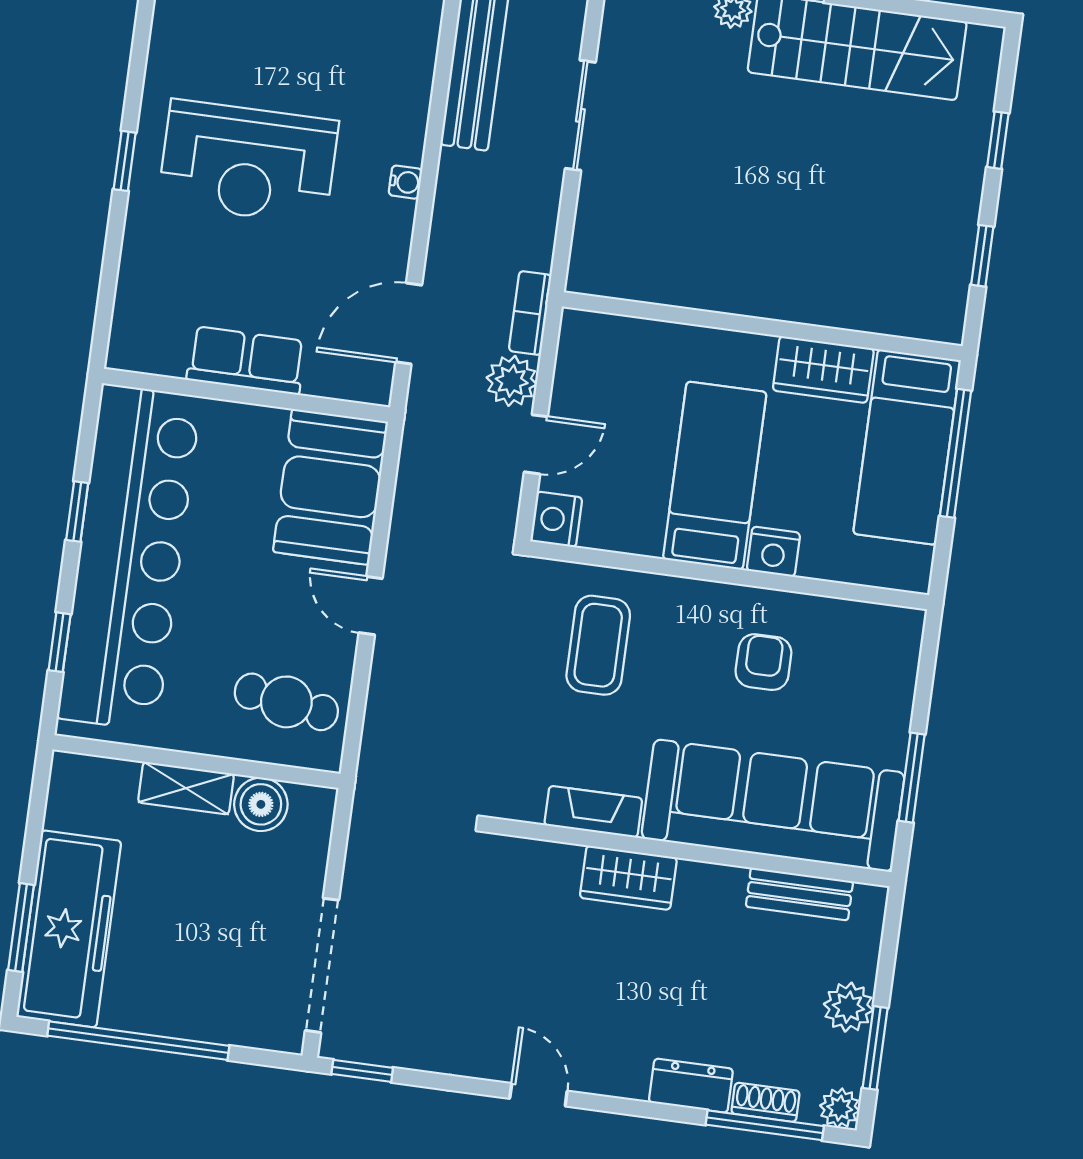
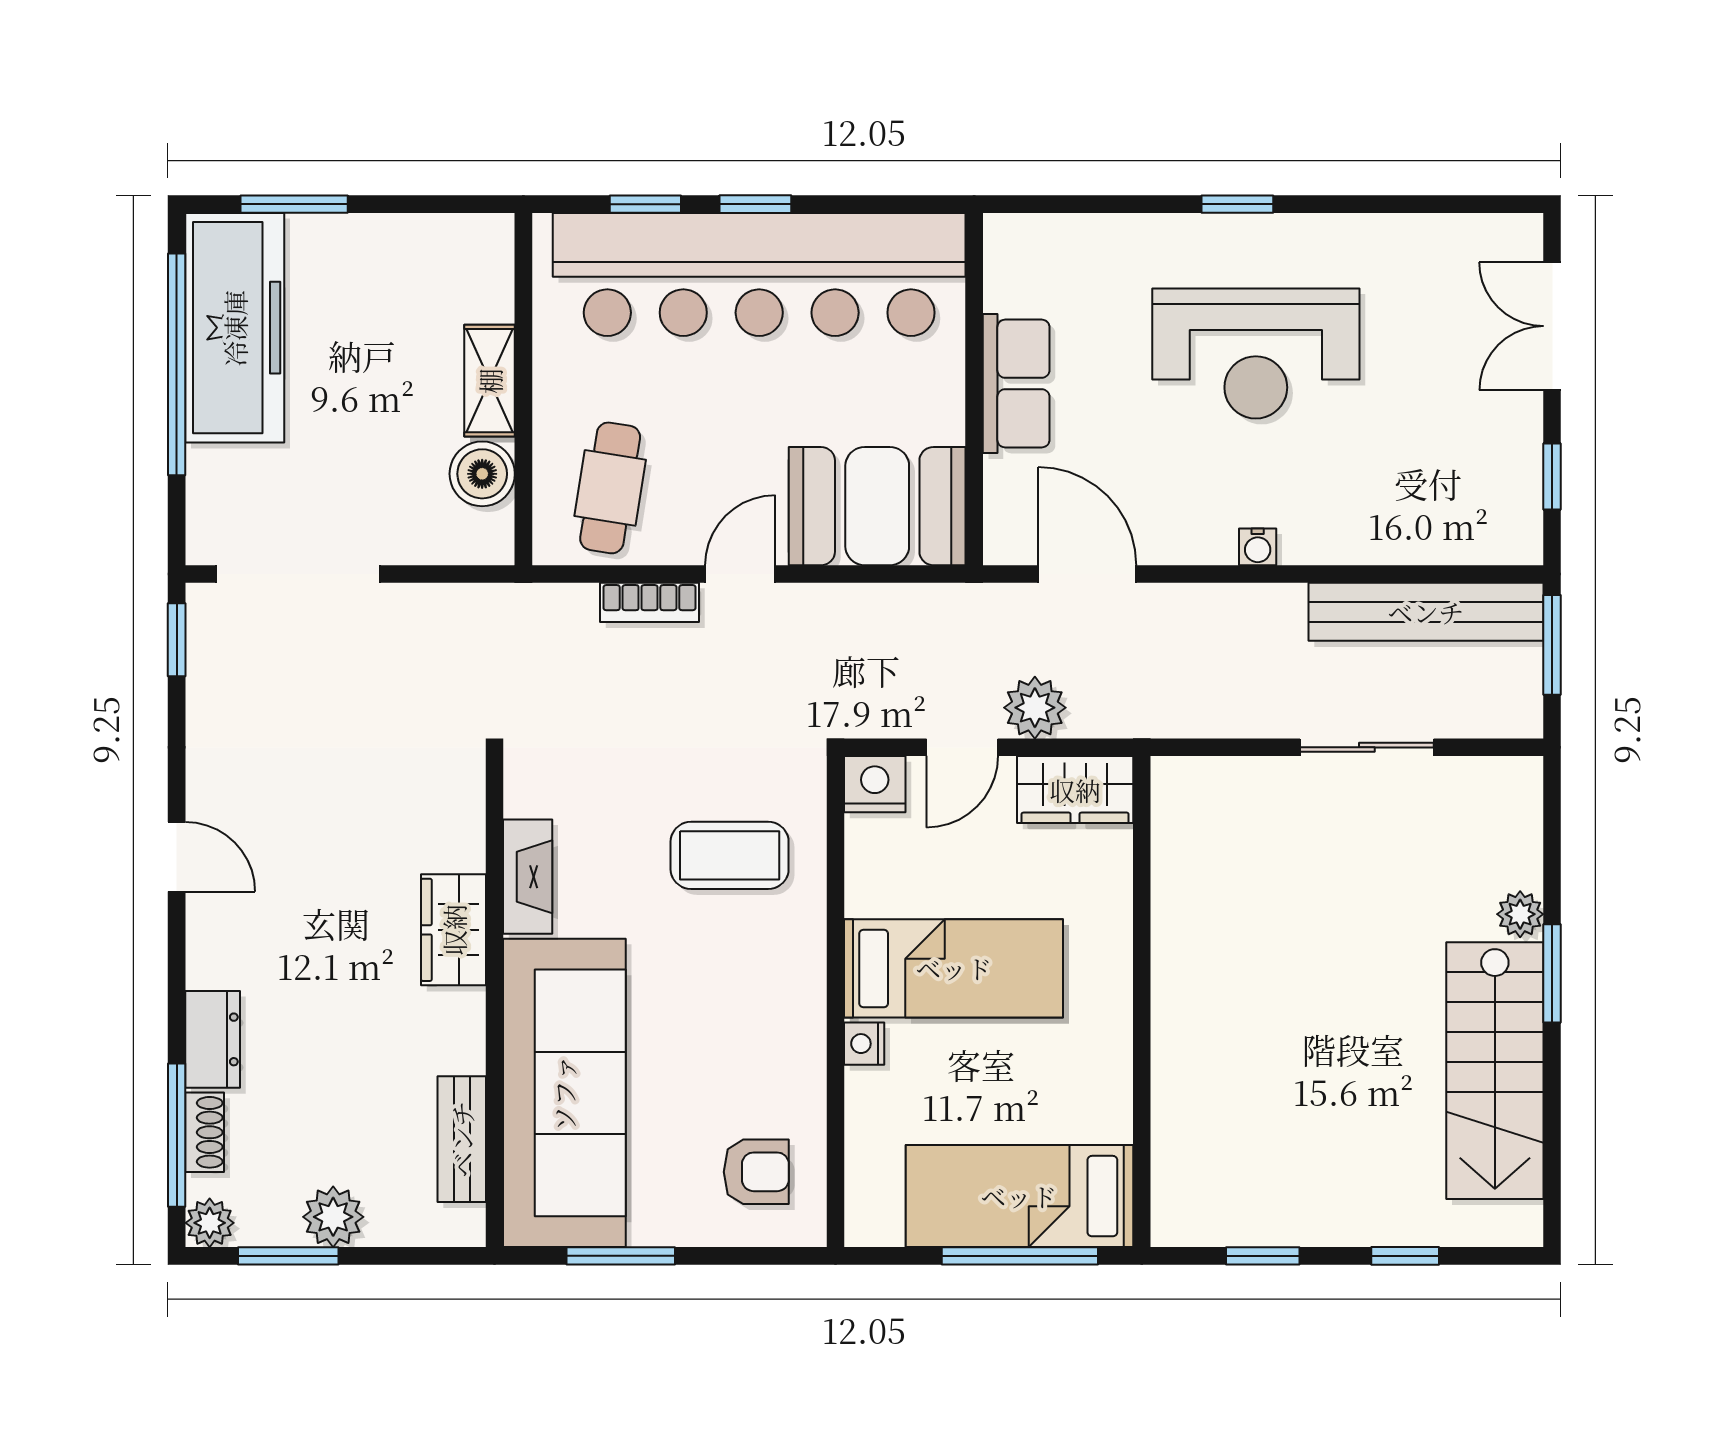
reception desk: (248, 162) -> (1256, 354), turned -90
bookcase: (530, 313) -> (649, 602), moved, turned 180
wardrobe: (823, 370) -> (1075, 790), moved, turned -90
door: (536, 444) -> (962, 747), hinge flipped
window: (77, 512) -> (755, 204), moved
nightstand: (773, 552) -> (864, 1044), width x0.72, depth x0.74
armchair: (763, 662) -> (756, 1172), moved
freezer: (69, 929) -> (235, 328), moved, turned -90
door: (538, 1095) -> (177, 857), hinge flipped

